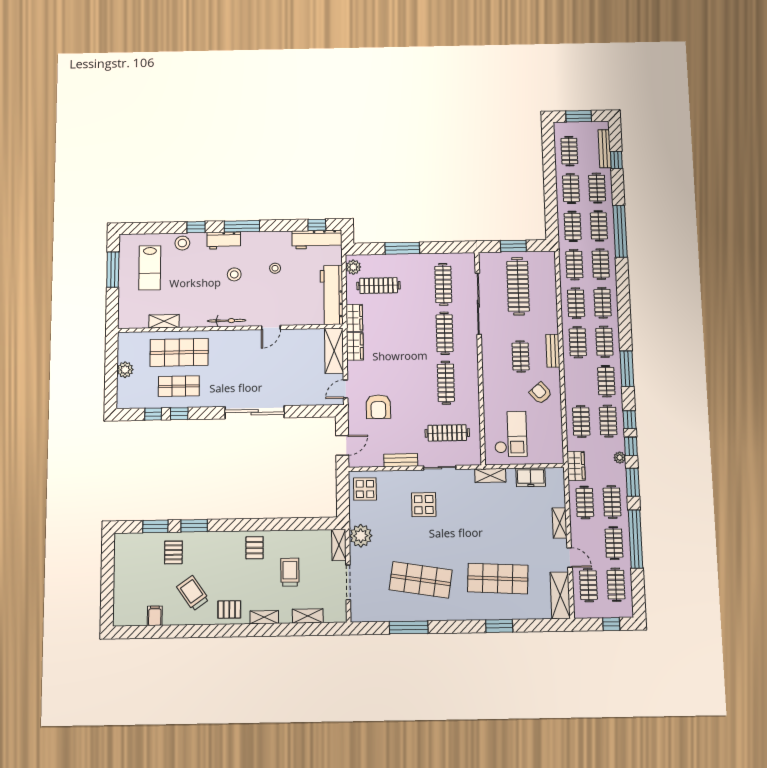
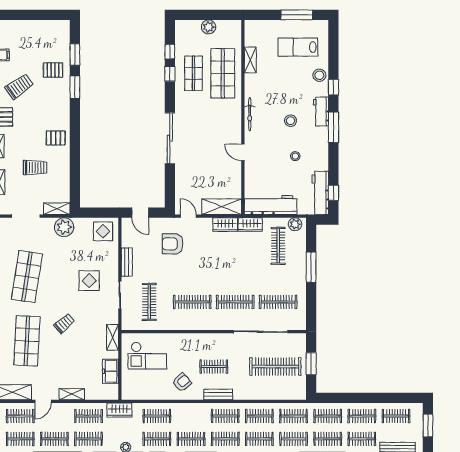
trolley: (476, 534) -> (64, 323), added

